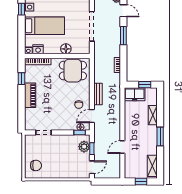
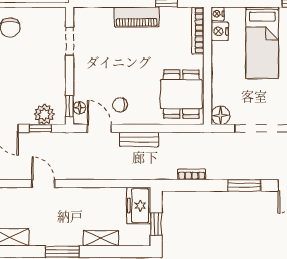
floor lamp: (66, 49) -> (221, 115), moved

